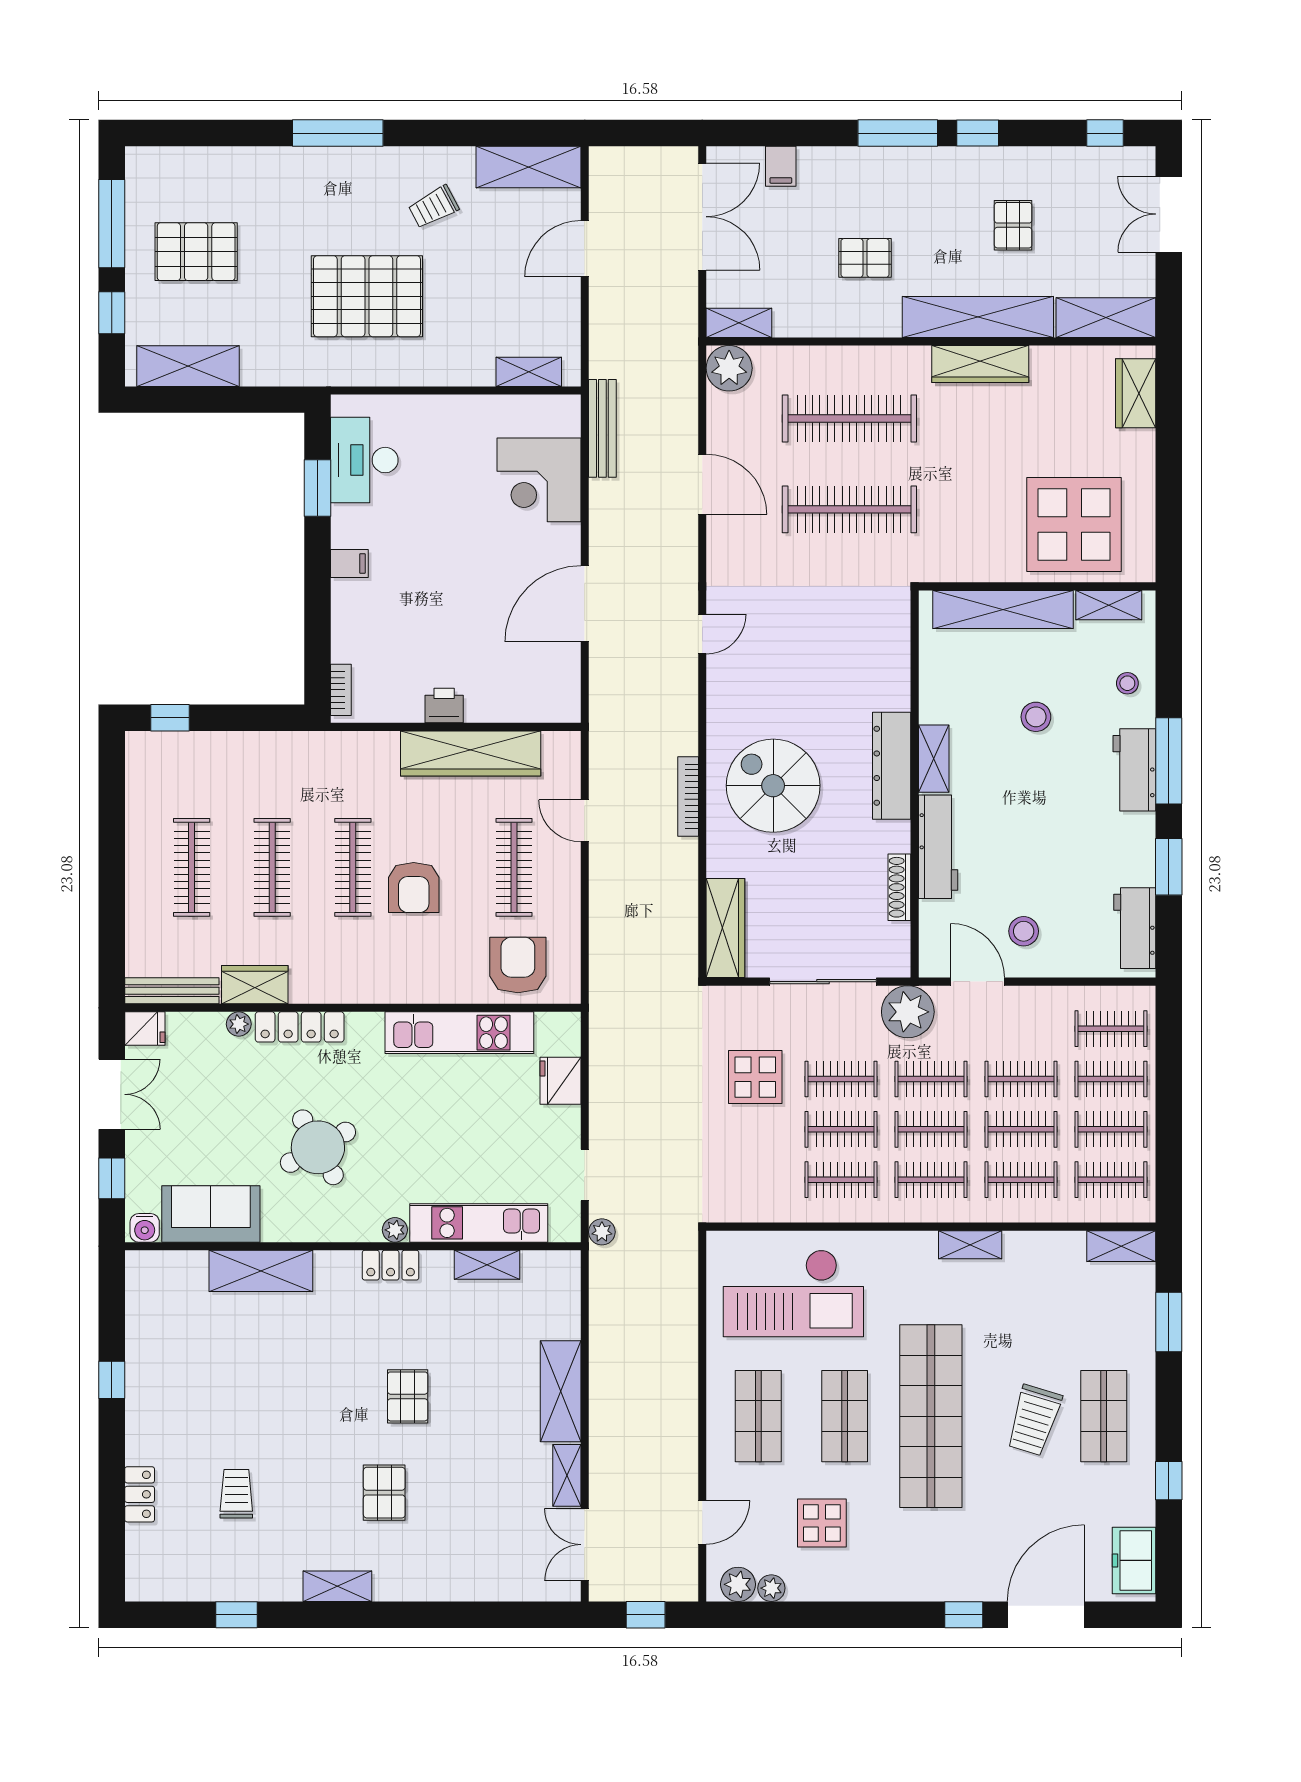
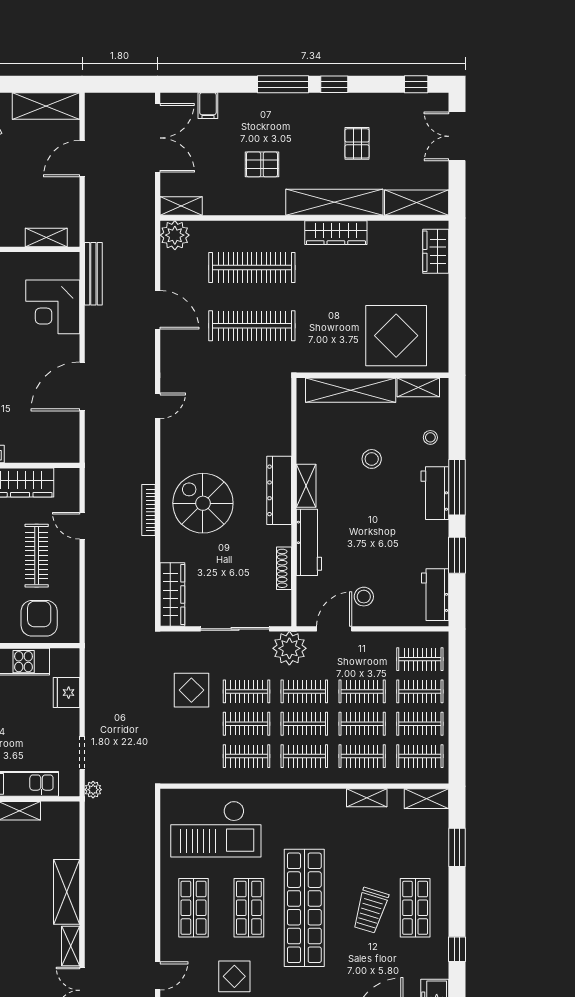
door: (977, 982) -> (334, 629), hinge flipped
shelving: (970, 1245) -> (367, 798), moved

